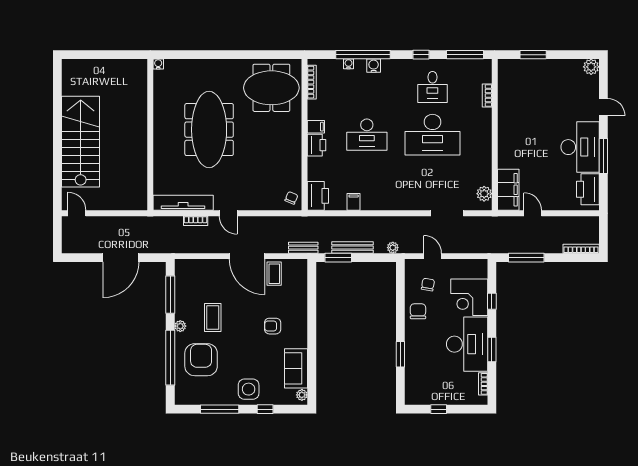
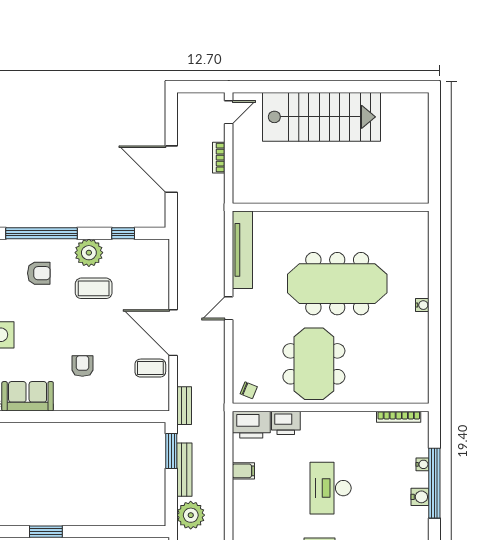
water cooler: (158, 64) -> (422, 305), moved
meeting table: (271, 88) -> (314, 364), moved
filing cabinet: (316, 127) -> (341, 422), removed
printer: (317, 145) -> (286, 423), moved
bookcase: (196, 221) -> (219, 158), moved
plant: (393, 248) -> (191, 515), width x1.87, depth x1.87
door: (247, 256) -> (173, 333), hinge flipped
window: (170, 295) -> (123, 233), width x0.46
plant: (180, 326) -> (89, 253), width x1.88, depth x1.88
armchair: (201, 360) -> (39, 273), width x0.53, depth x0.53

